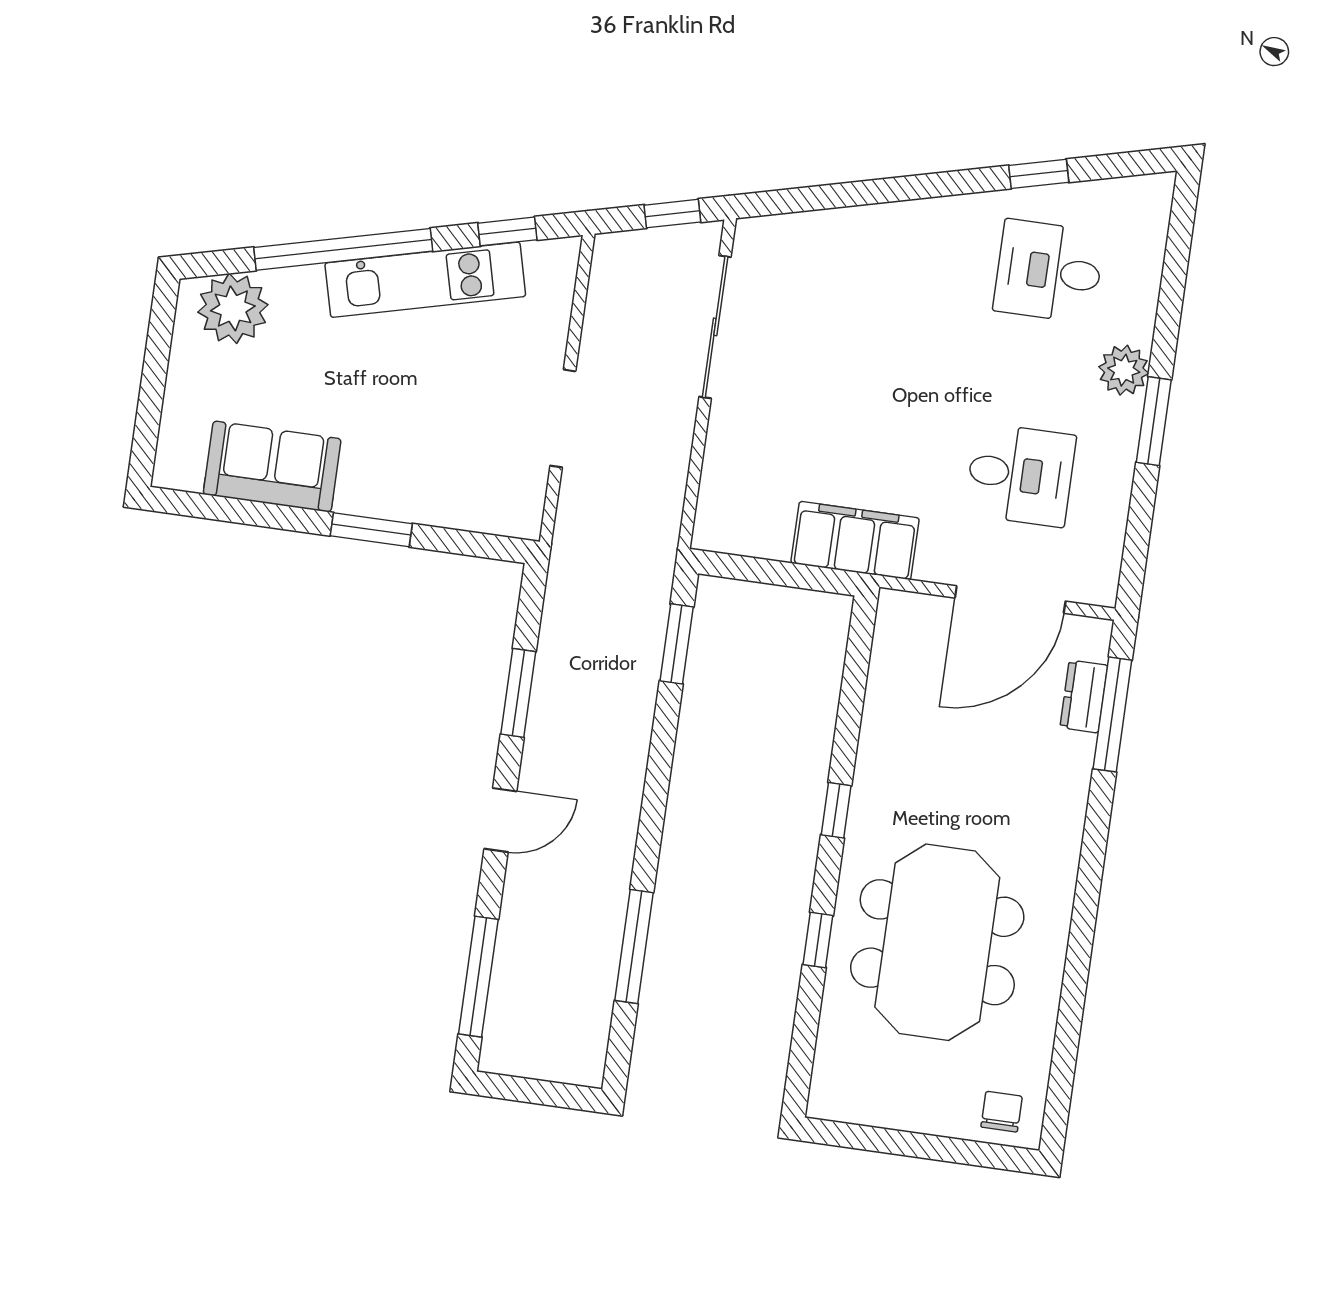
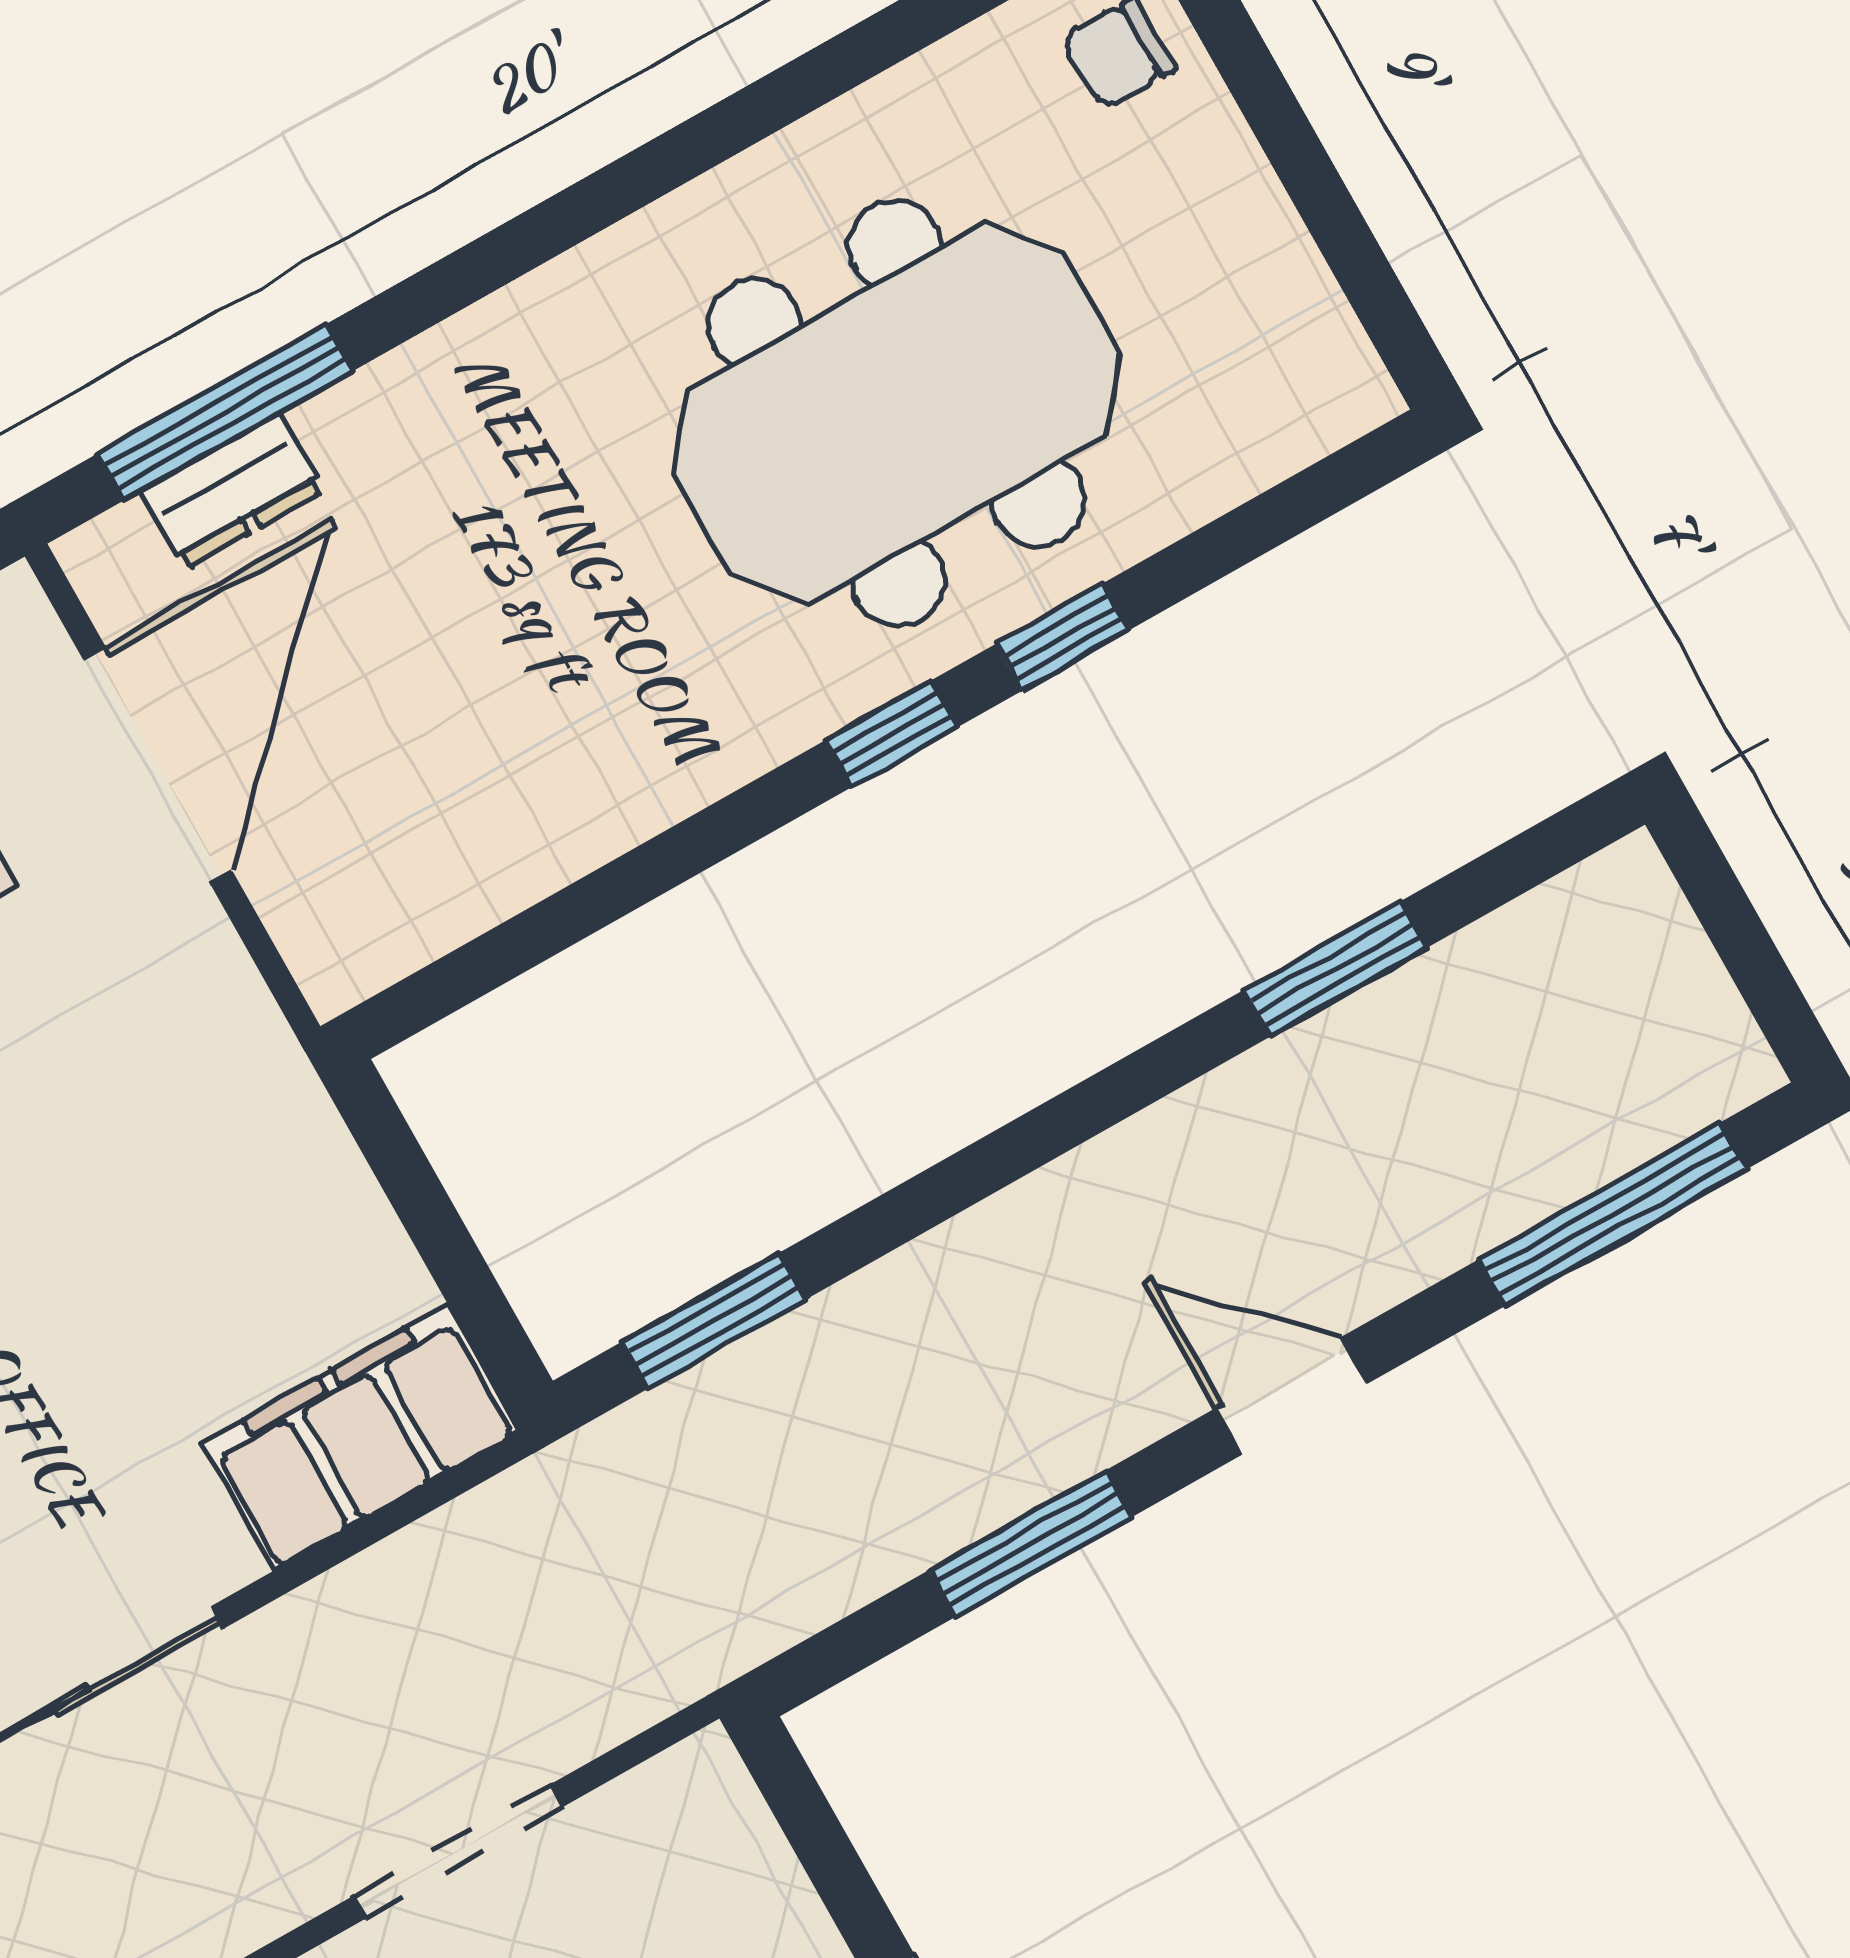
filing cabinet: (855, 540) -> (361, 1437), moved, turned 90
door: (1010, 600) -> (158, 765), hinge flipped
window: (836, 810) -> (891, 734), moved
window: (634, 947) -> (1335, 969), width x0.69

